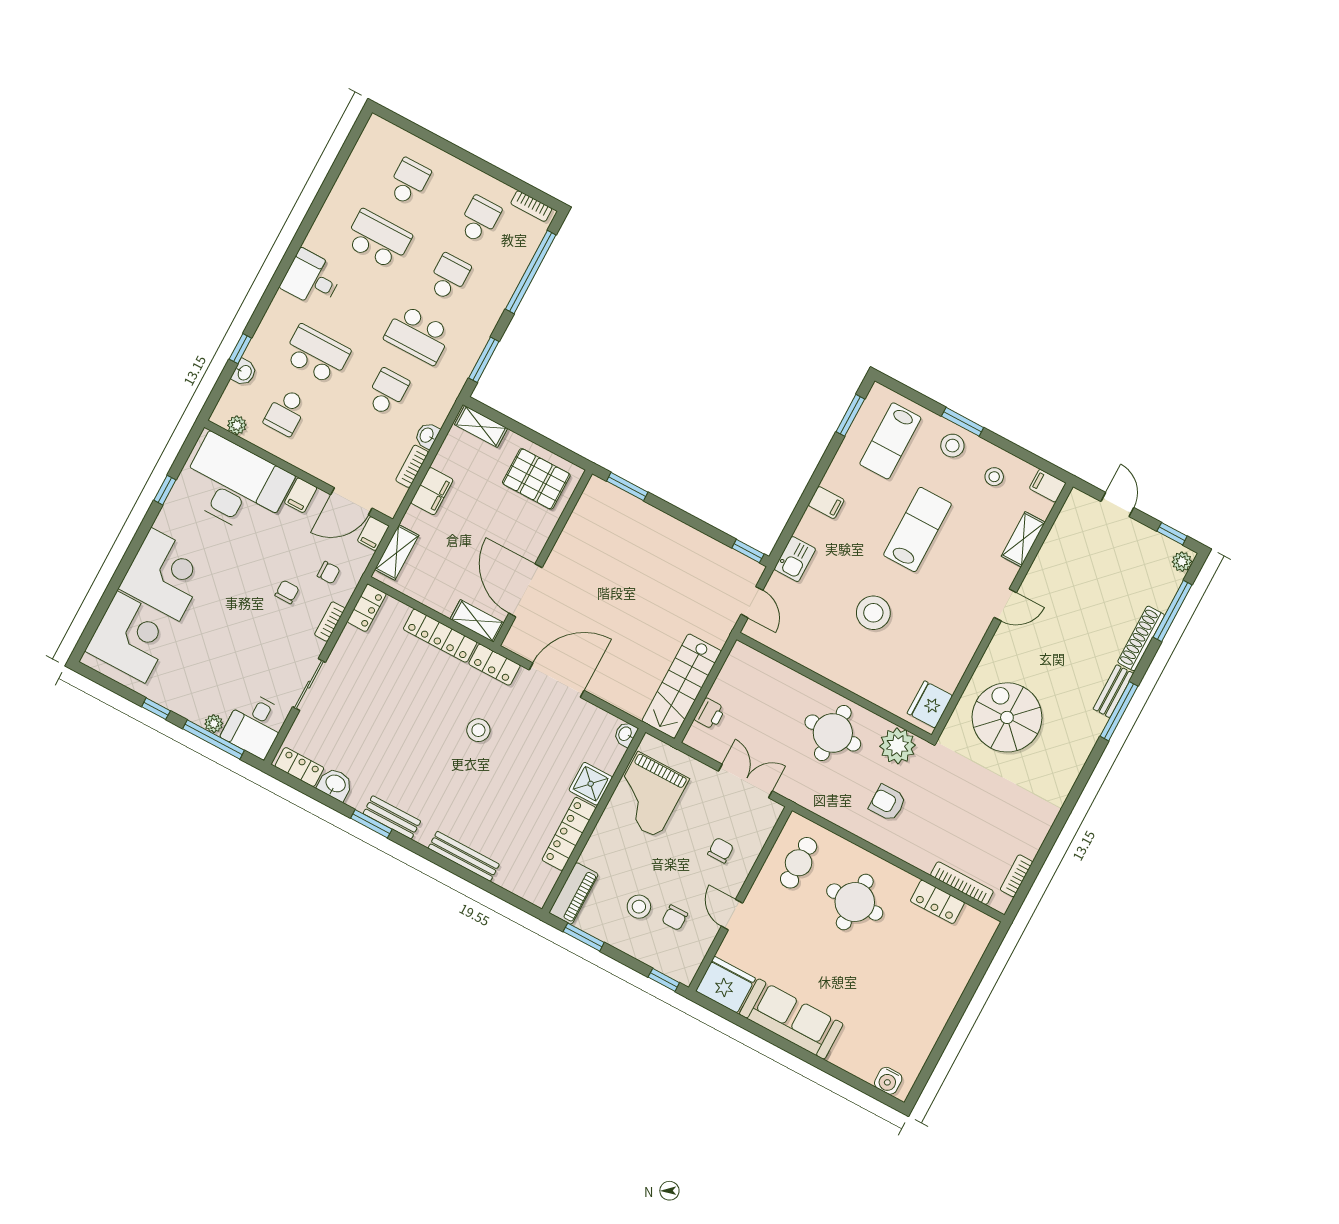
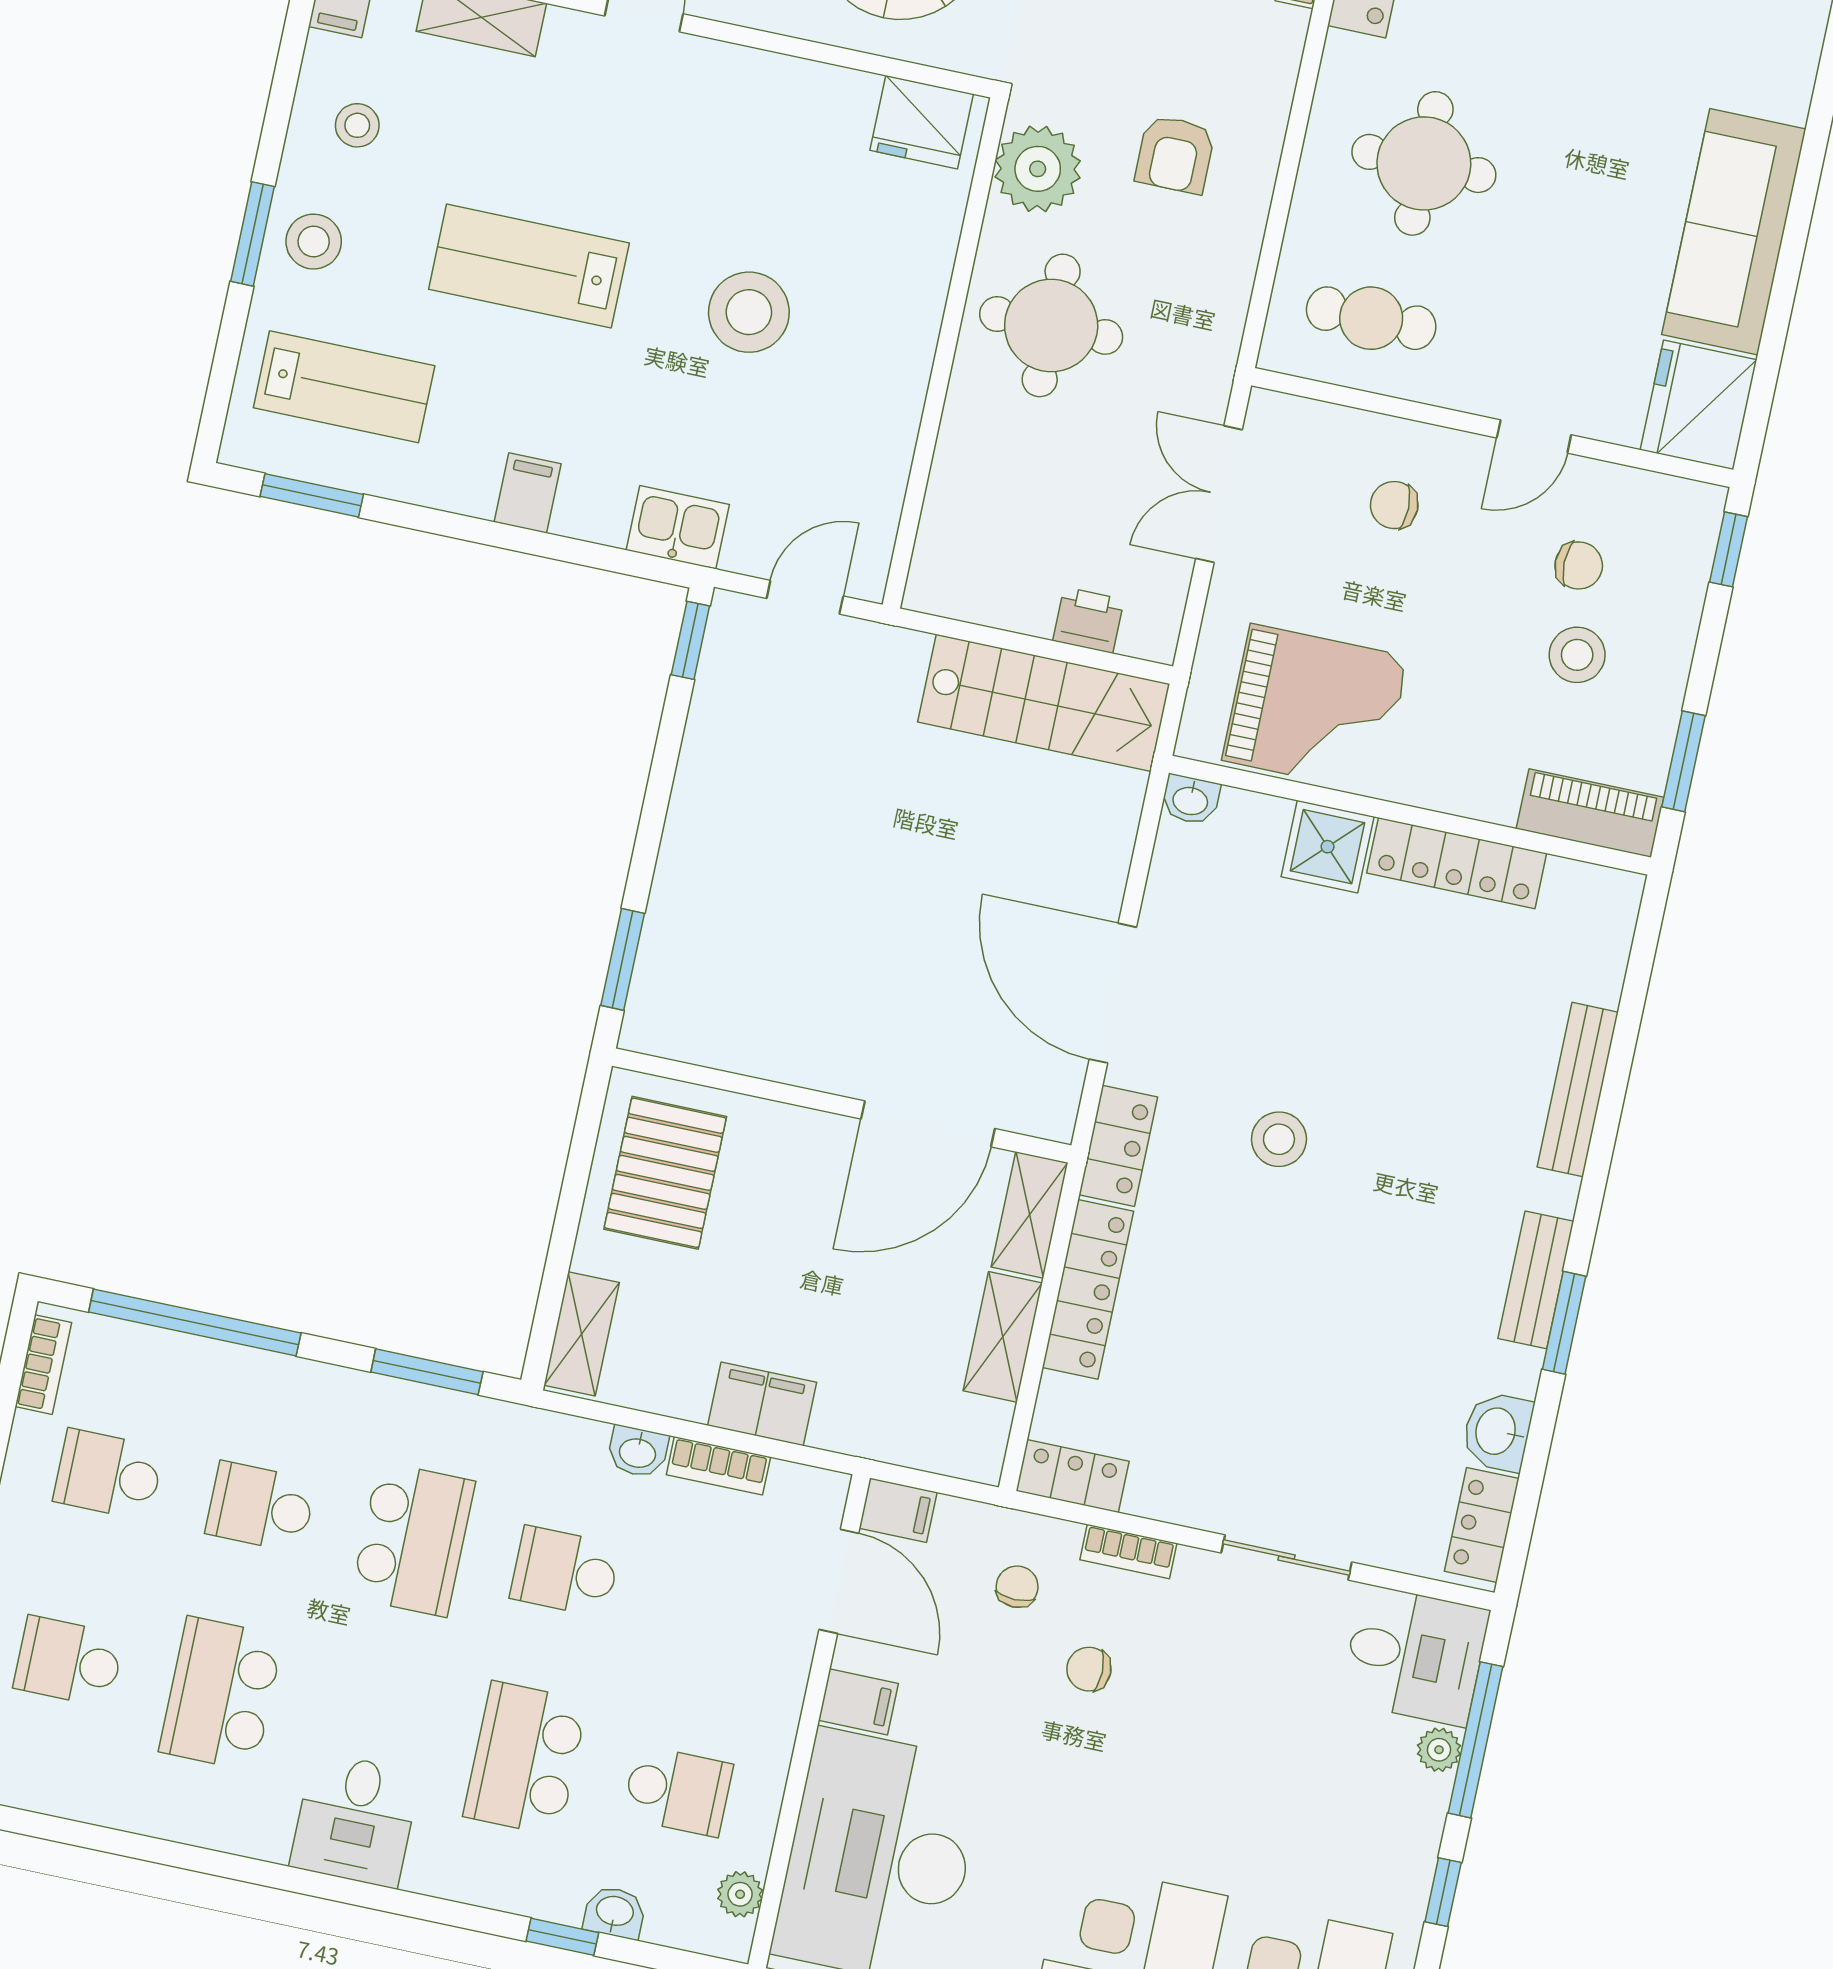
shelving: (397, 552) -> (1003, 1337), moved, turned 90

